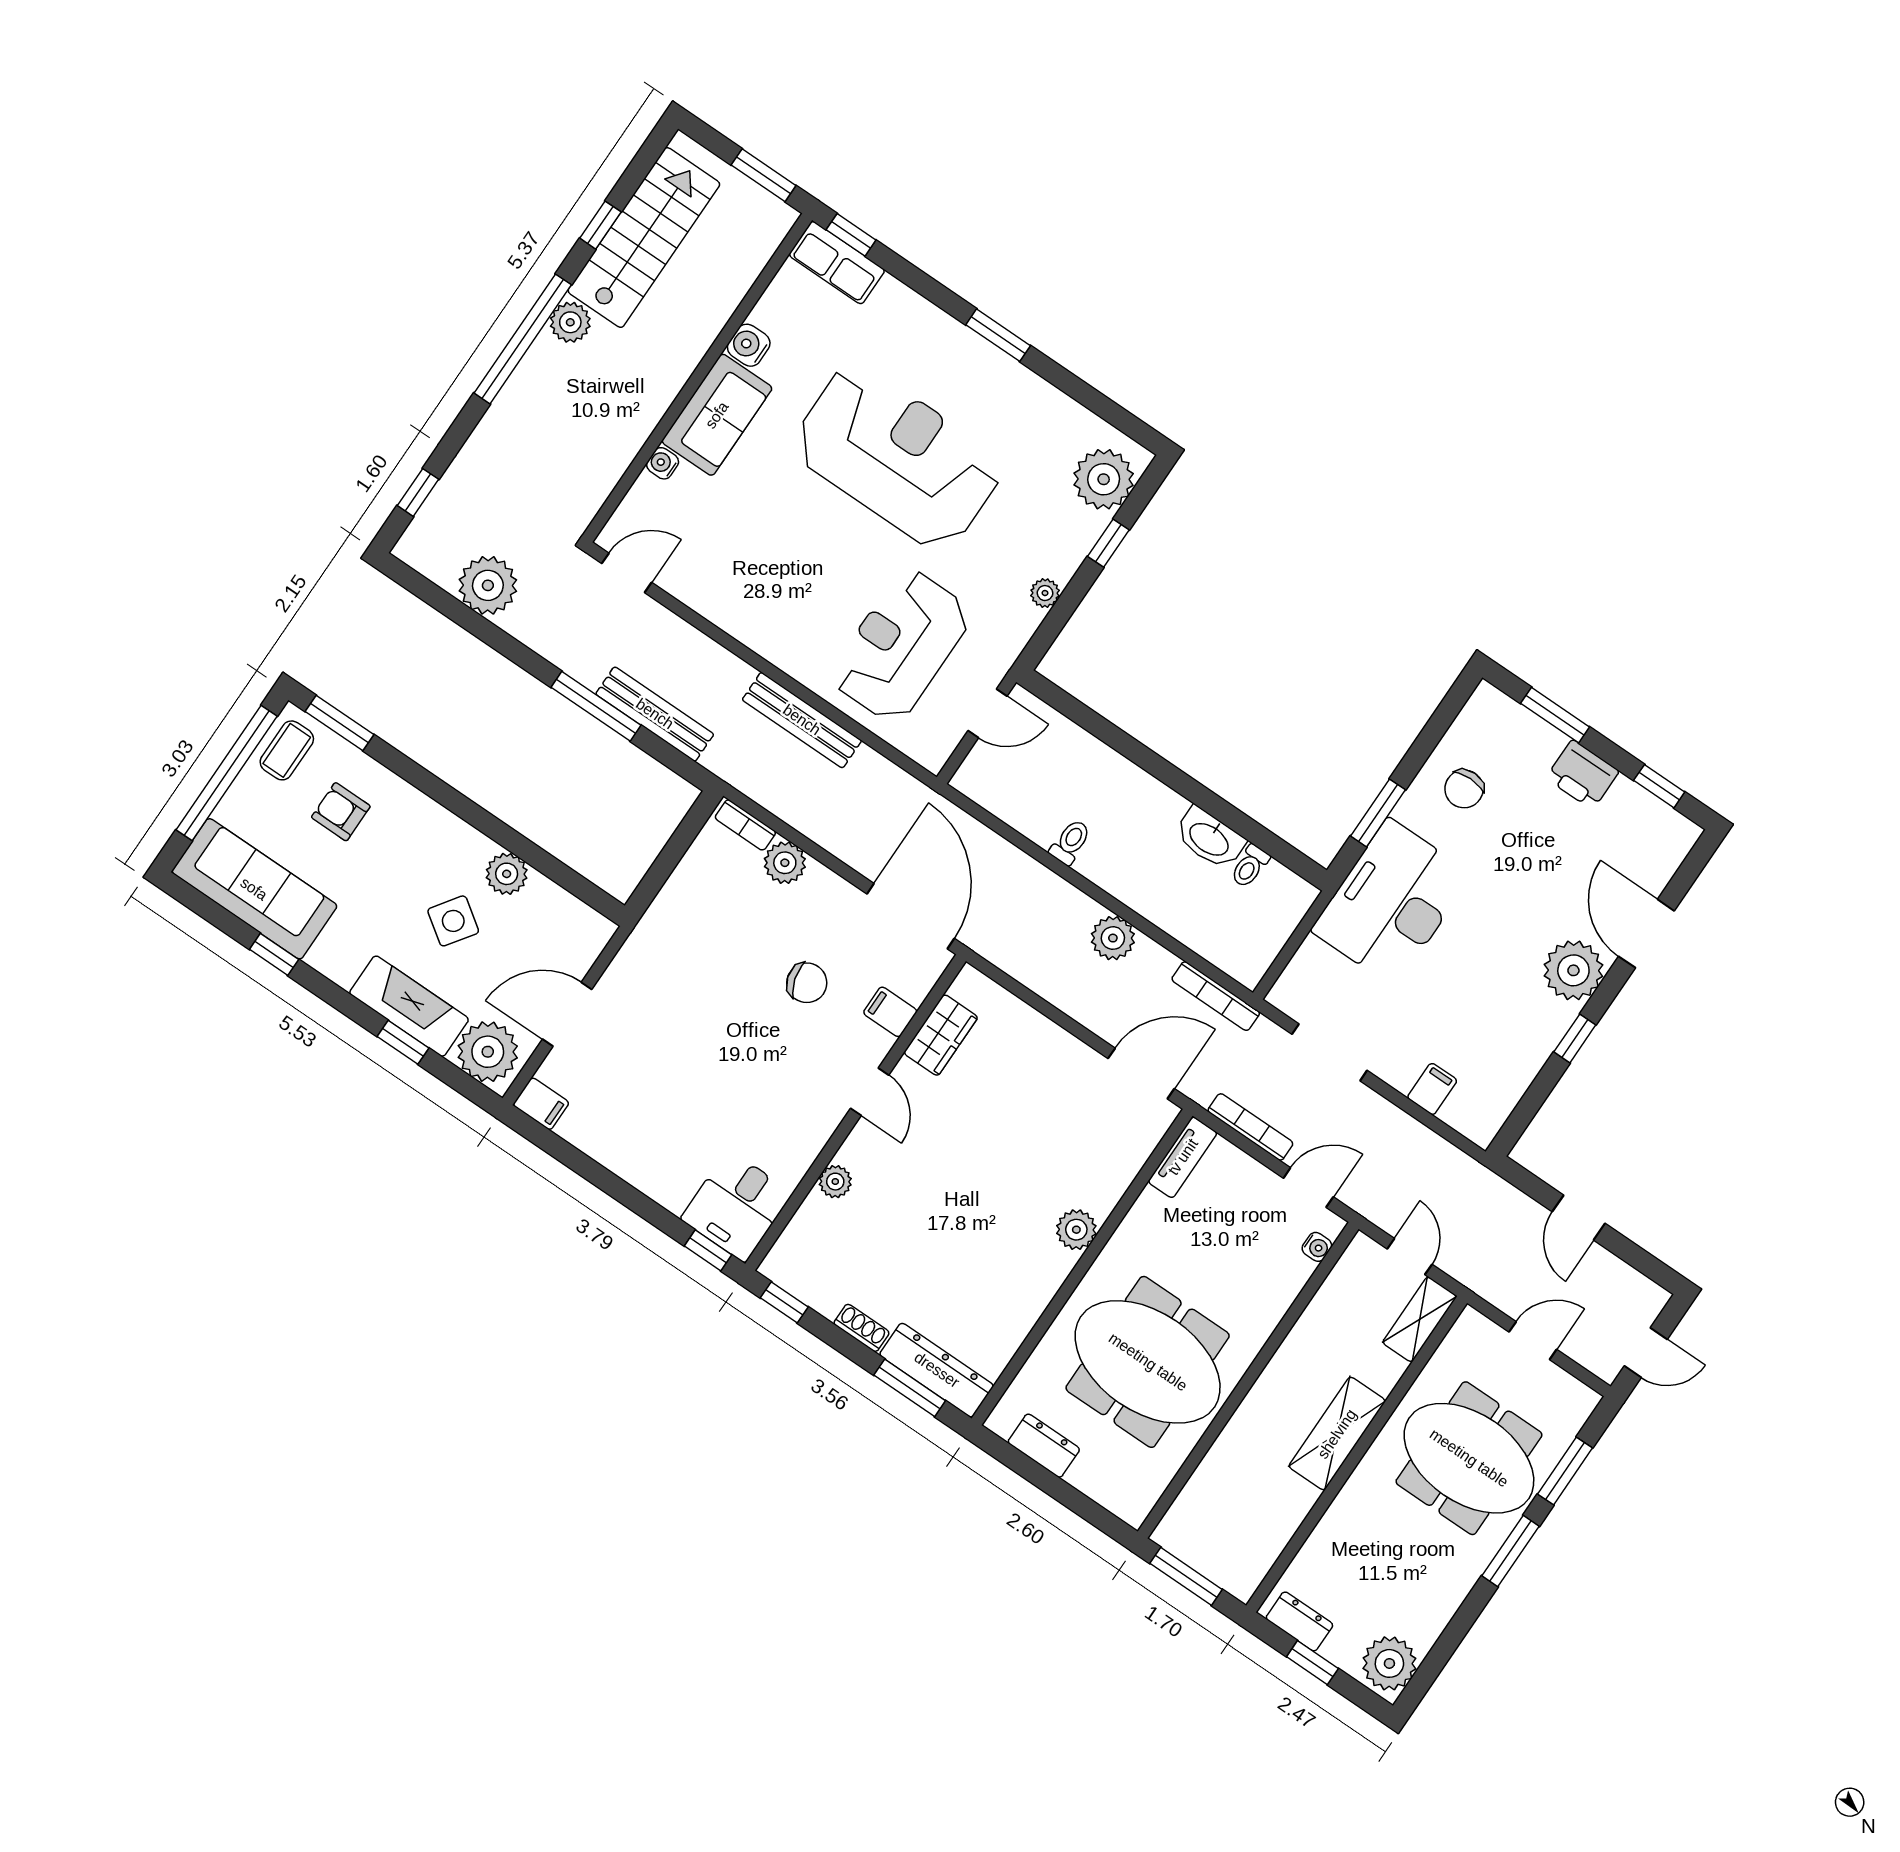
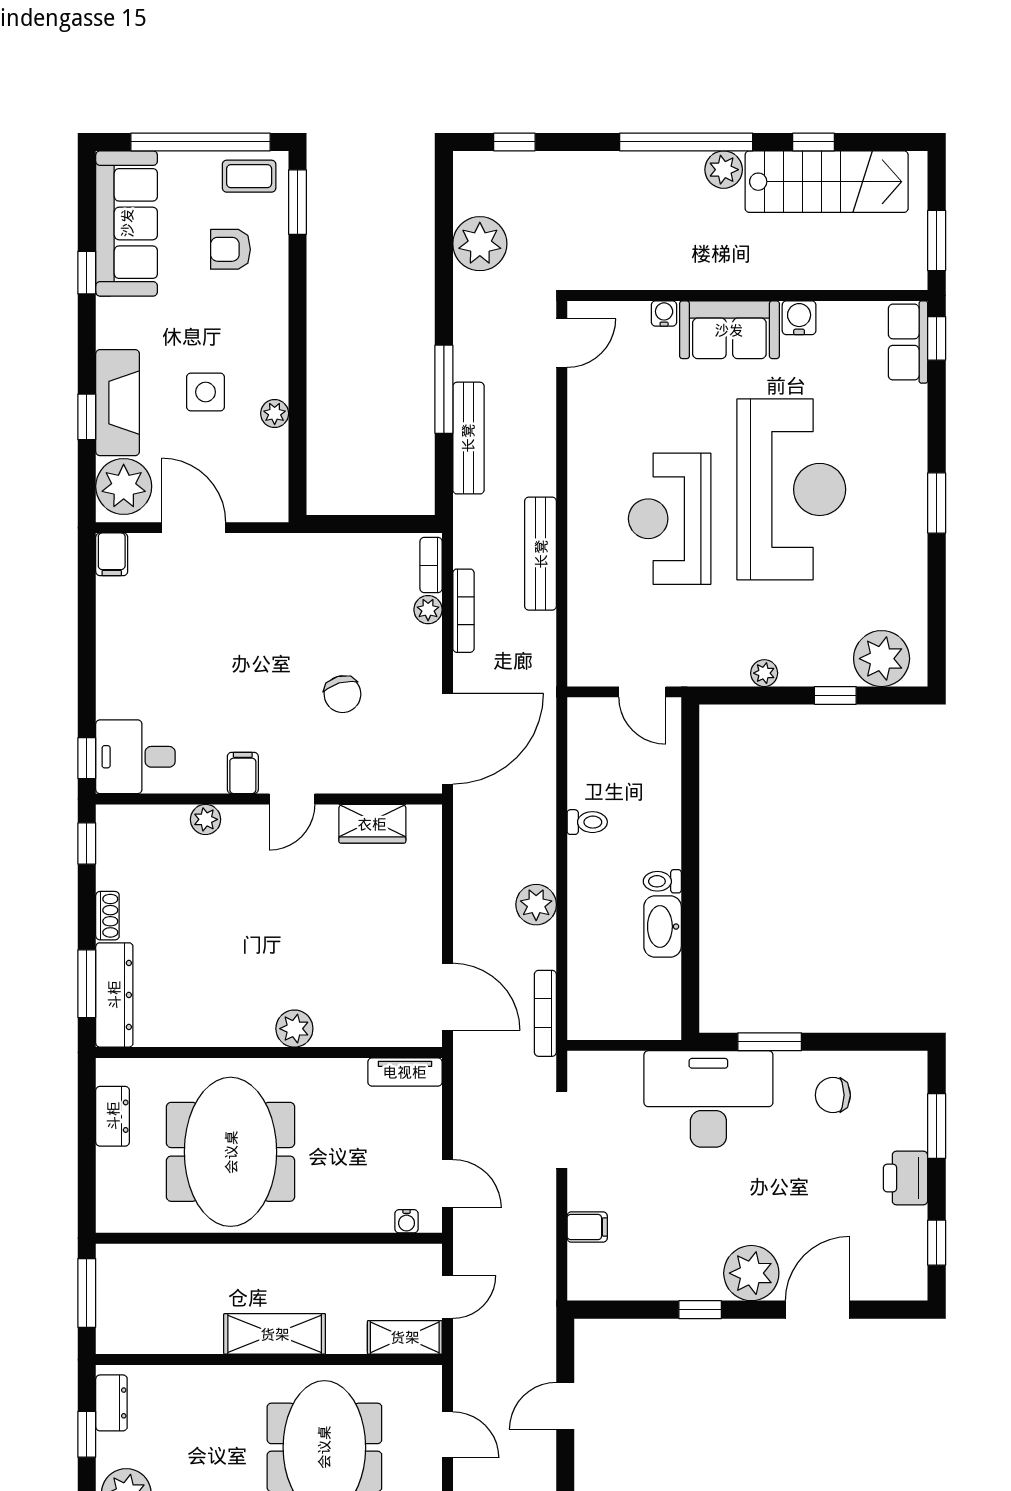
door: (627, 573) -> (562, 343), hinge flipped
reception desk: (901, 646) -> (670, 519), moved, turned -90
armchair: (341, 812) -> (230, 249), turned -90
plant: (785, 863) -> (428, 610), width x0.73, depth x0.73
toilet: (1250, 866) -> (662, 881), moved
plant: (507, 874) -> (275, 413), width x0.73, depth x0.73
side table: (453, 921) -> (206, 392), turned -35
filing cabinet: (890, 1012) -> (243, 773), moved
bookcase: (1250, 1127) -> (463, 611), moved

